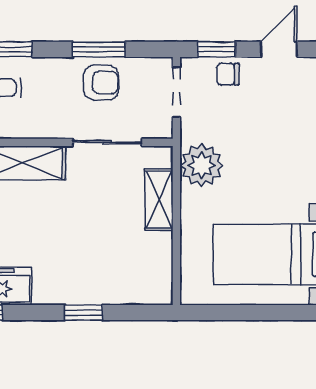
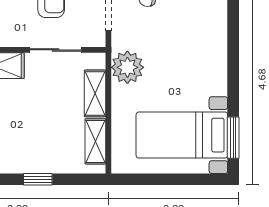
shelving: (159, 263) -> (95, 141), added

